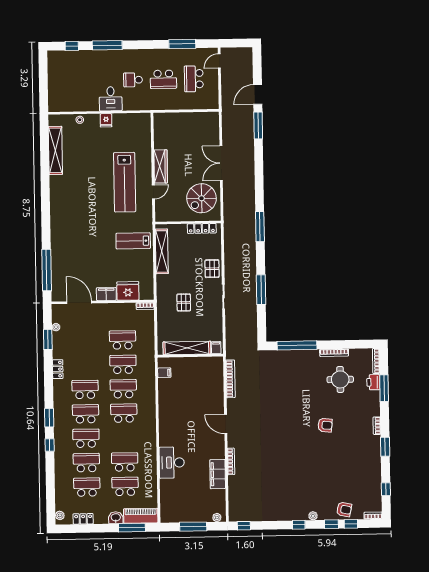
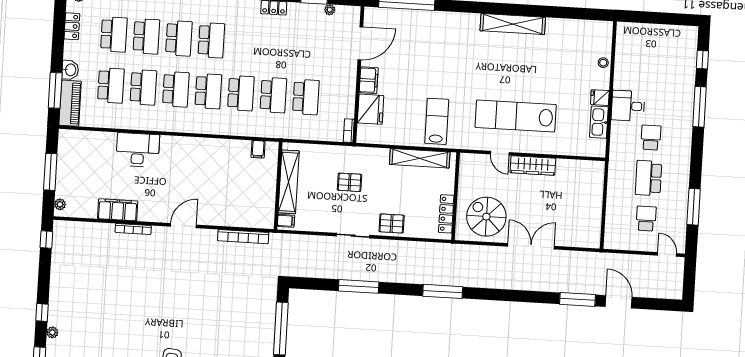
school desk: (194, 79) -> (646, 219), width x0.54
kitchen sink: (124, 120) -> (599, 122), added
shelving: (55, 150) -> (513, 24), moved
school desk: (85, 389) -> (176, 89), moved

